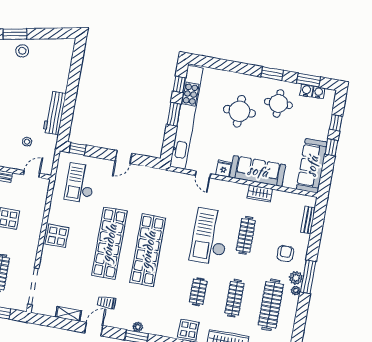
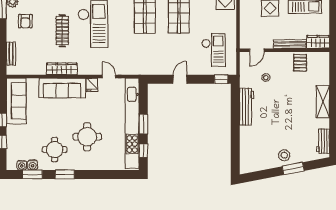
wardrobe: (260, 194) -> (62, 69), width x1.50

